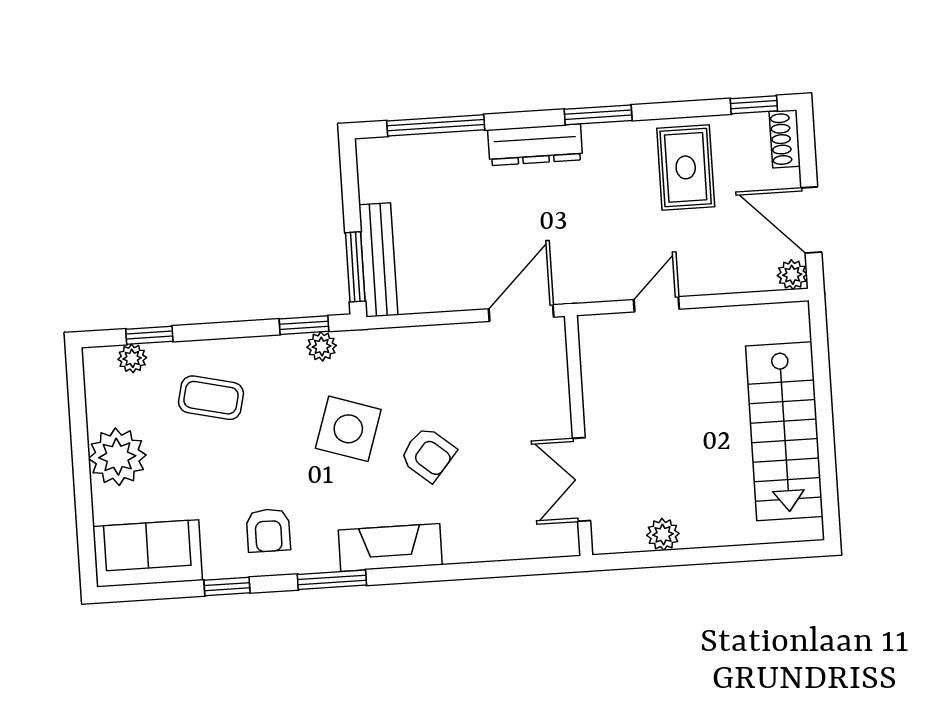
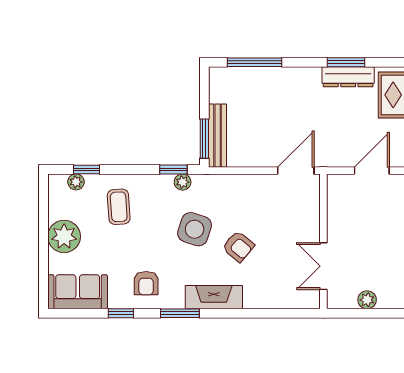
dresser: (535, 145) -> (348, 77), moved
door: (656, 304) -> (372, 171), width x1.38
coffee table: (211, 398) -> (119, 207), turned 73

